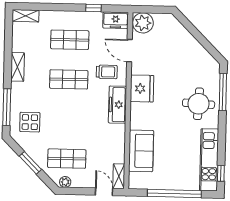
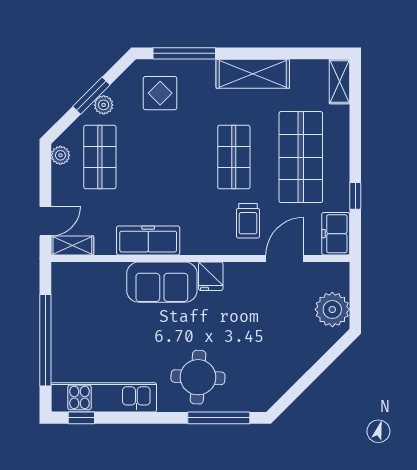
plant: (143, 23) -> (332, 309), moved
shop shelf: (70, 40) -> (301, 157), width x1.43, depth x1.36
shelving: (18, 67) -> (253, 74), width x1.50, depth x1.33
fridge: (142, 88) -> (211, 276), width x0.53, depth x0.75
freezer: (118, 105) -> (148, 240), moved
sofa: (141, 151) -> (162, 282), moved
plant: (36, 156) -> (104, 105), added

